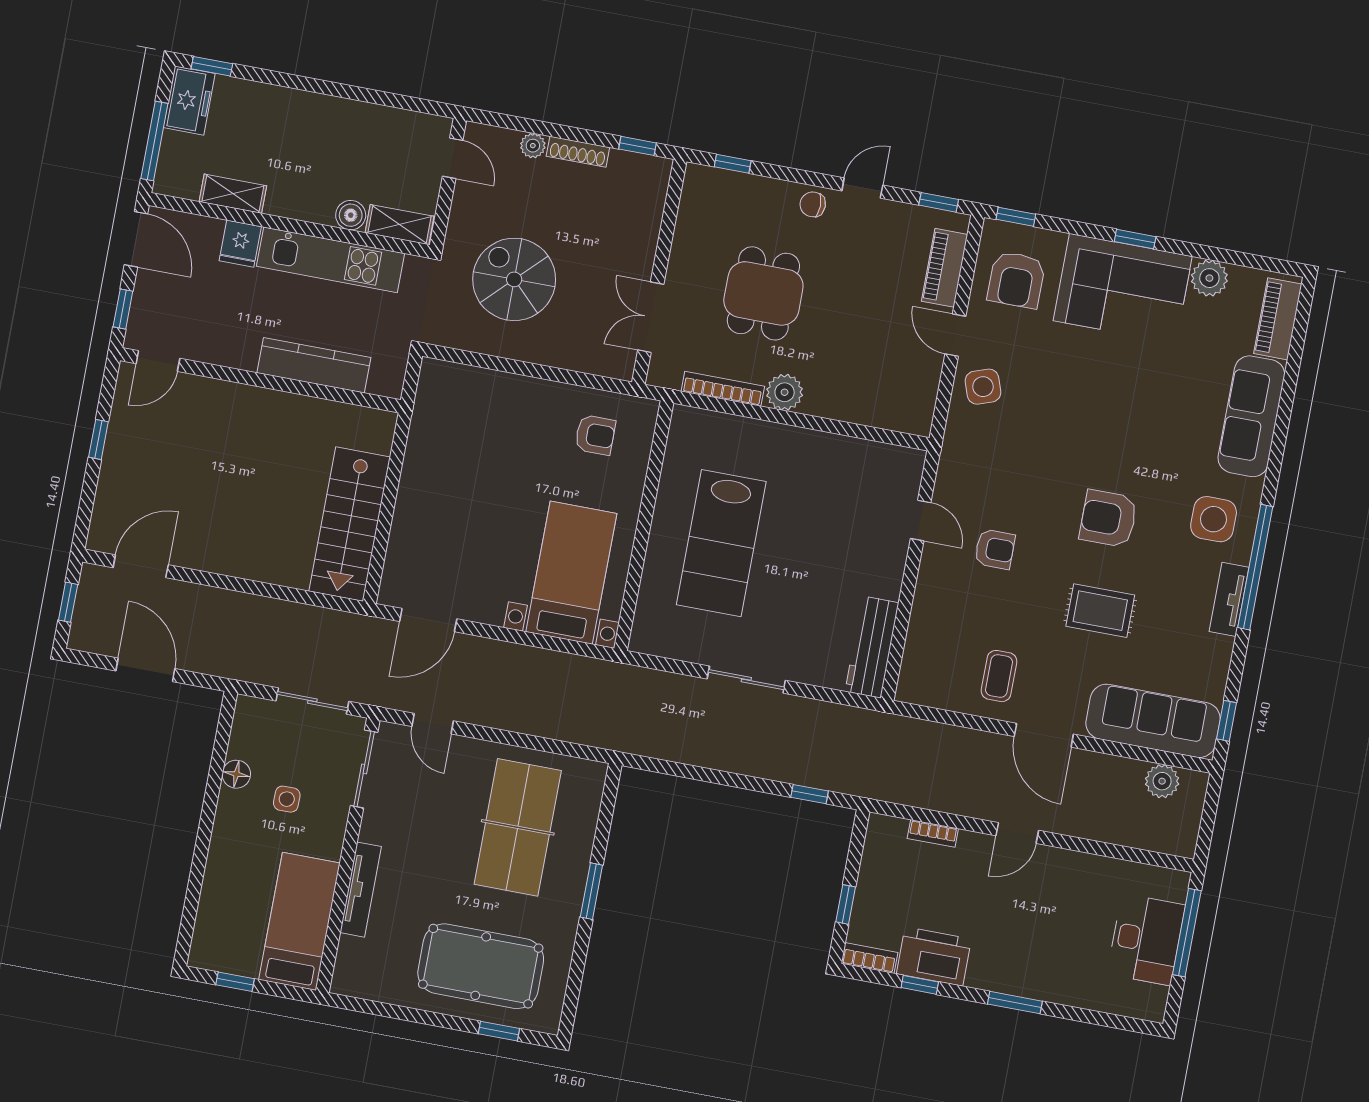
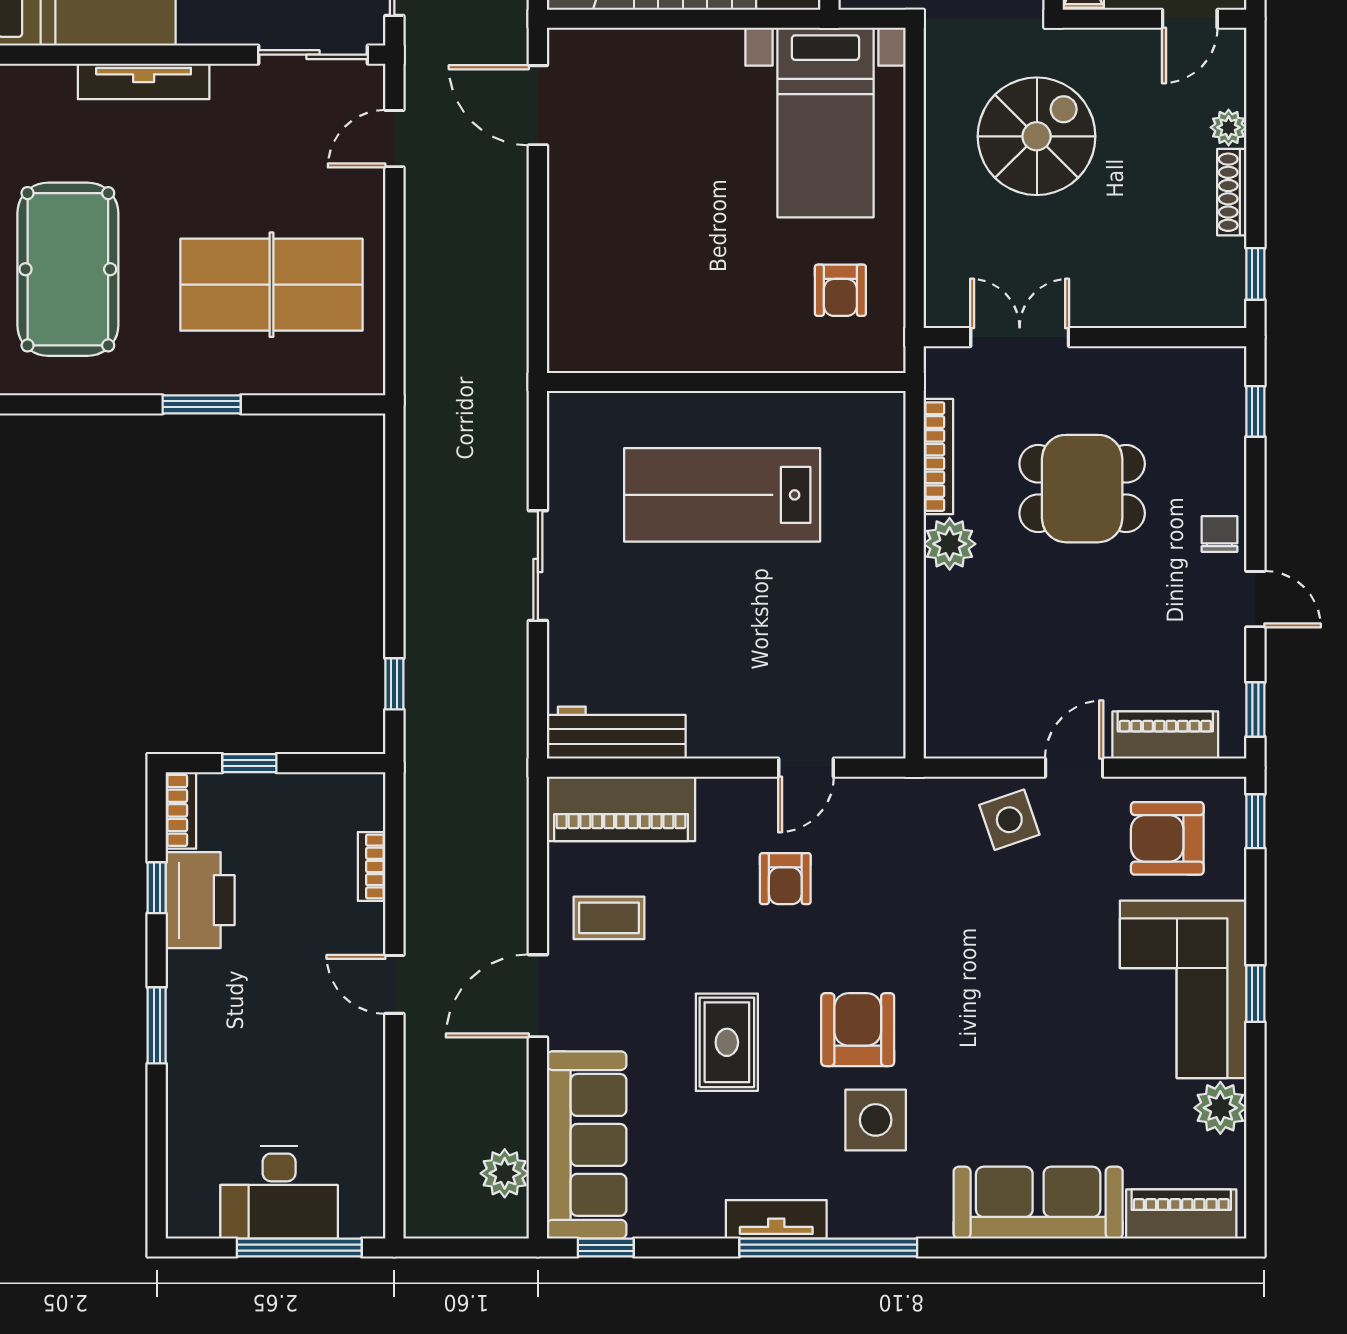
side table: (1214, 519) -> (876, 1120), moved
bed with nightstands: (571, 573) -> (825, 123), moved, turned 90
piano: (925, 654) -> (621, 809), added

